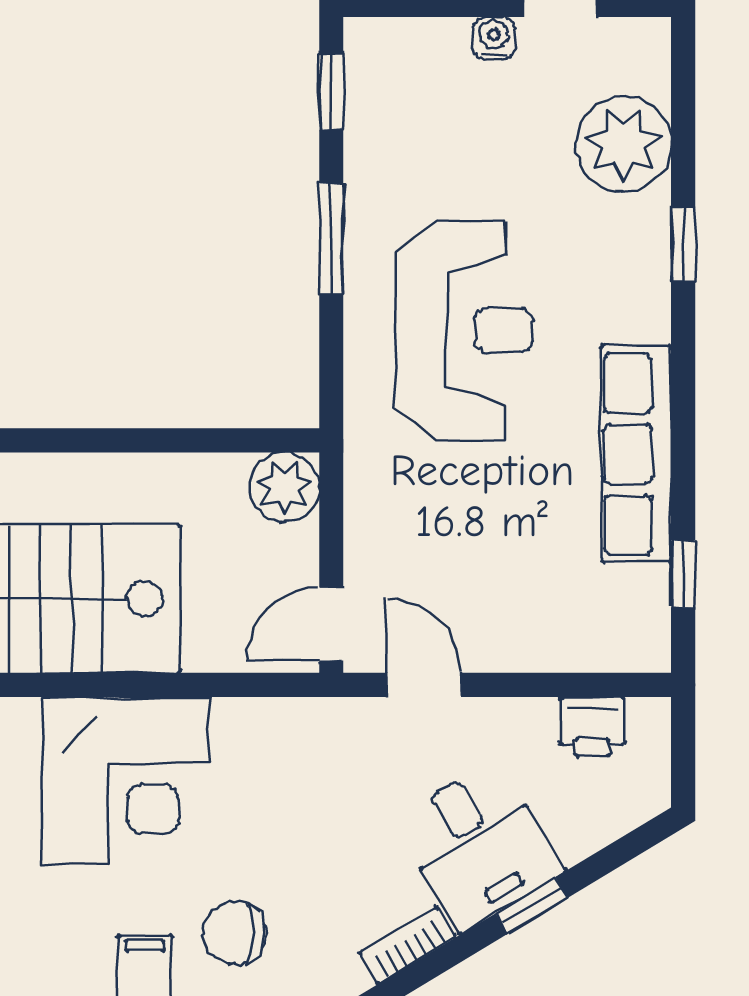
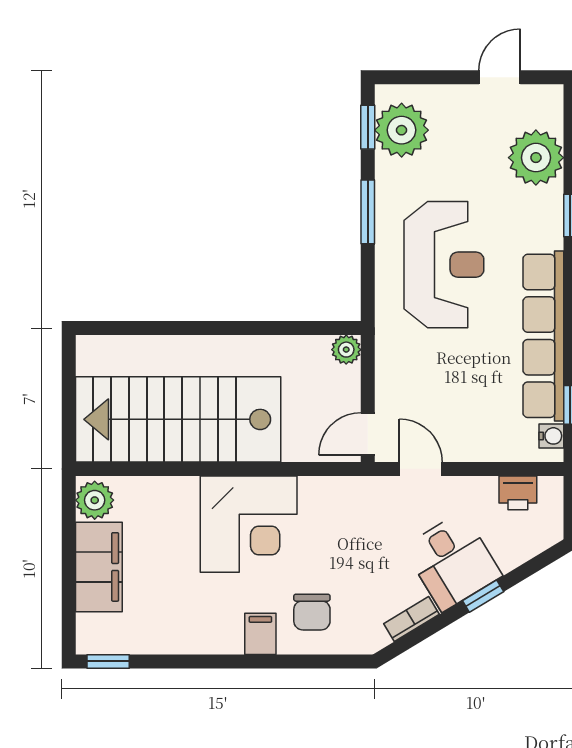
water cooler: (494, 38) -> (551, 436), moved, turned 90
plant: (390, 97) -> (402, 130), added
row of seats: (636, 454) -> (543, 336), width x1.36
plant: (285, 487) -> (346, 350), width x0.73, depth x0.73
chair: (234, 933) -> (312, 612), turned -90

